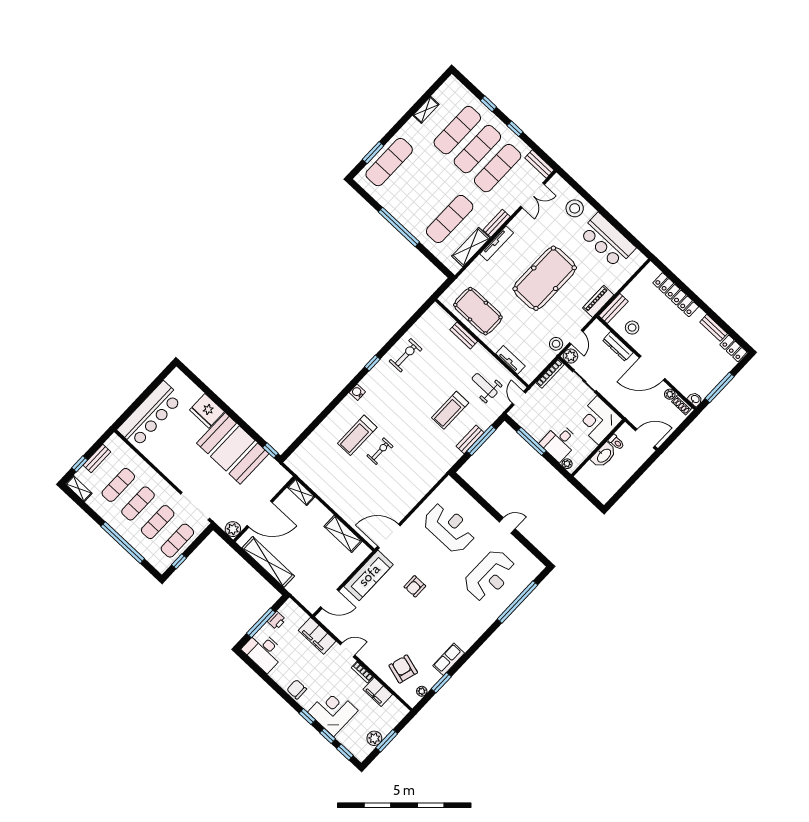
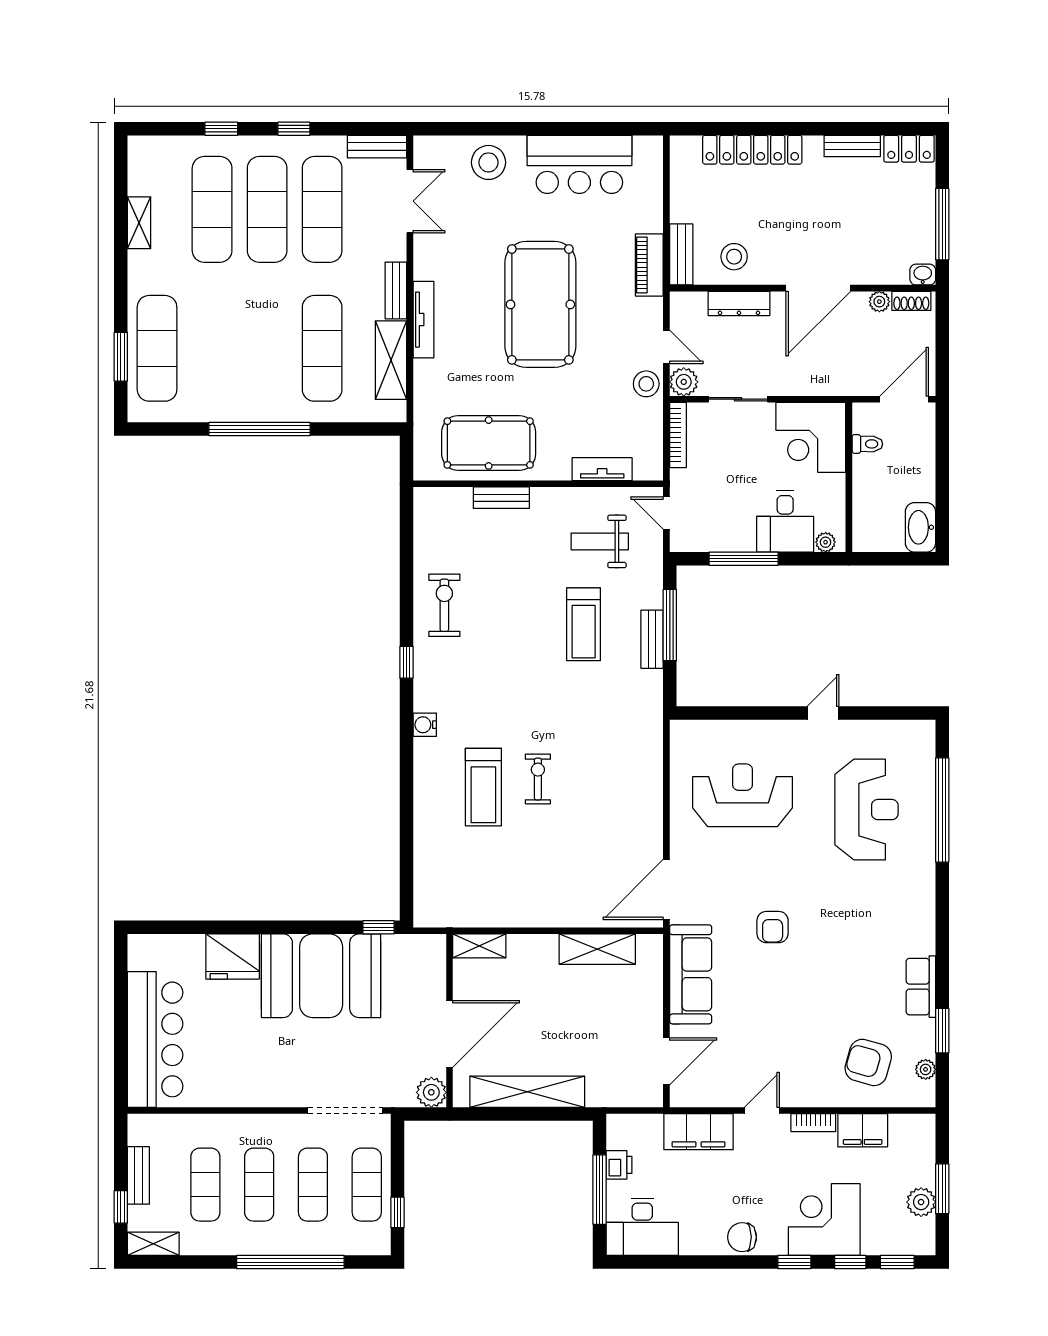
washbasin: (604, 455) -> (920, 527), moved, turned 180

